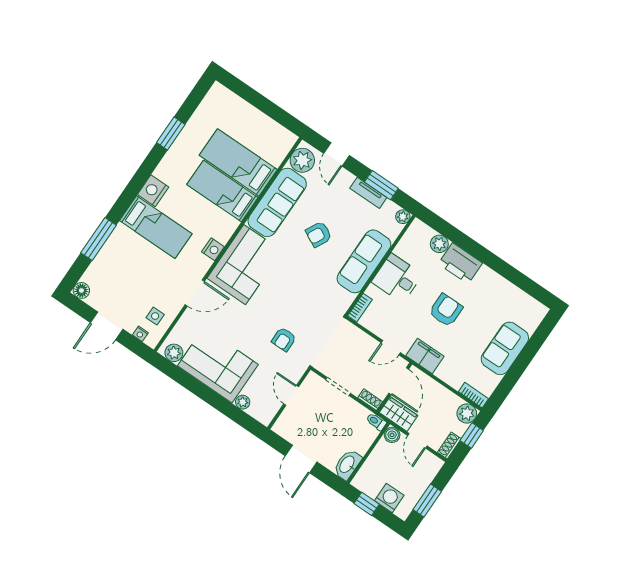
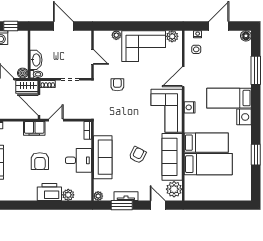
washbasin: (347, 465) -> (36, 60), moved

